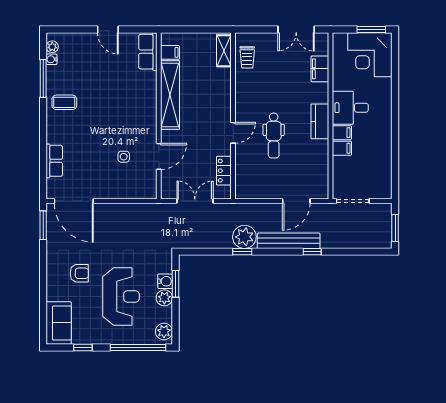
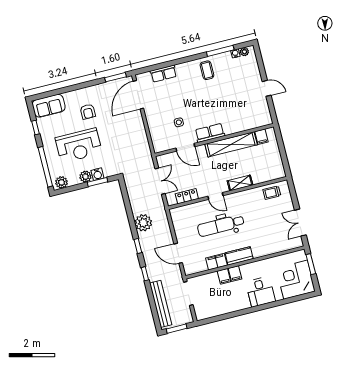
door: (108, 30) -> (267, 88), swing flipped
window: (371, 30) -> (311, 264), moved
shelving: (224, 51) -> (240, 183), moved
row of seats: (148, 52) -> (210, 133), moved
filing cabinet: (320, 69) -> (216, 262), moved
desk: (350, 108) -> (260, 292), moved, turned 180
dental chair: (274, 136) -> (221, 225), width x1.36, depth x1.38
bench: (289, 241) -> (161, 304), moved
window: (242, 252) -> (138, 246), moved

